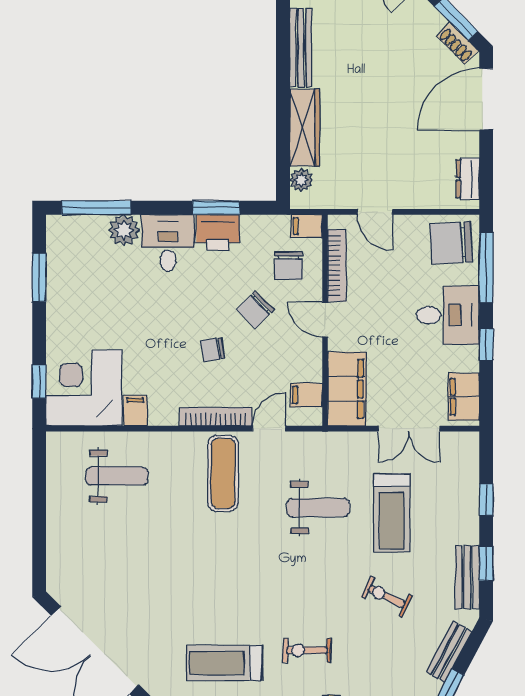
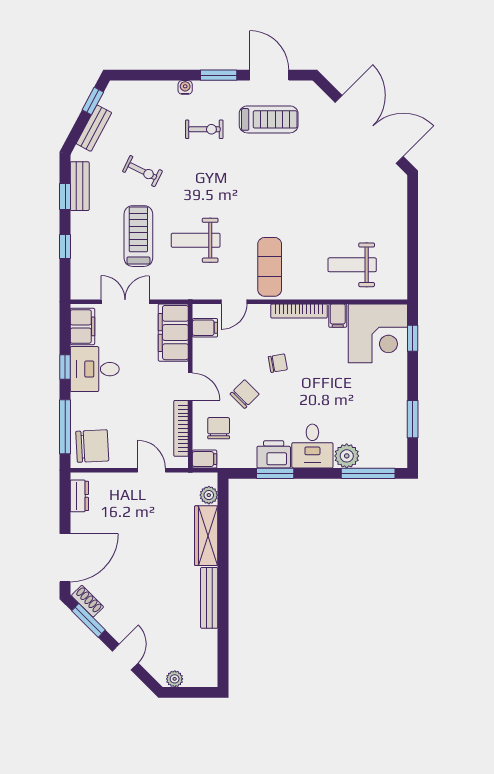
desk: (448, 315) -> (95, 369), moved
bookcase: (216, 417) -> (299, 311), moved

